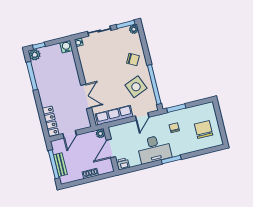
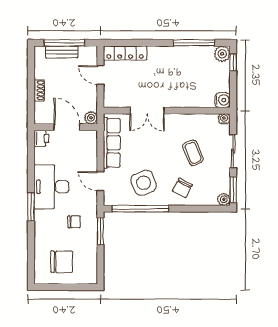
coffee table: (107, 58) -> (193, 153), added

